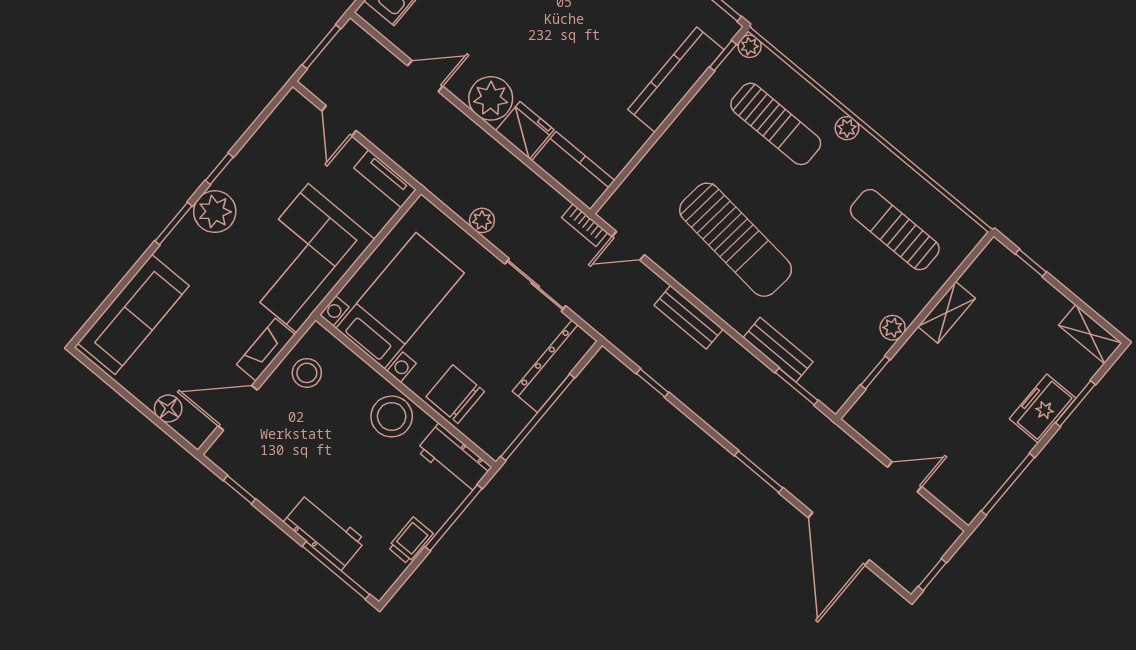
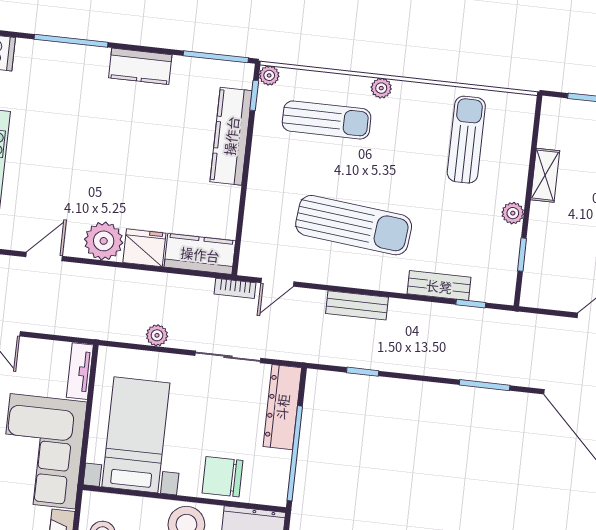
tv unit: (385, 179) -> (80, 371), moved, turned 90
sun lounger: (895, 230) -> (466, 140), turned 90
window: (797, 387) -> (471, 304), width x0.67

